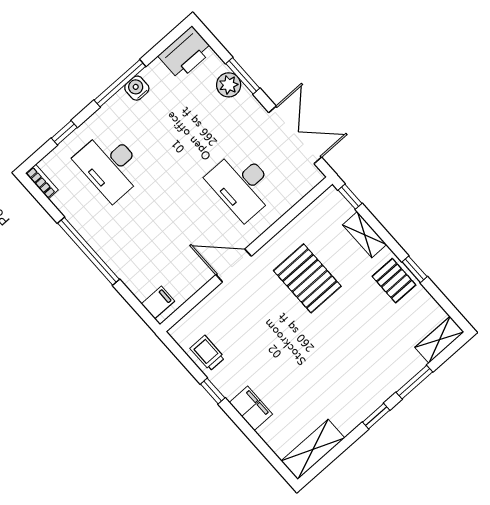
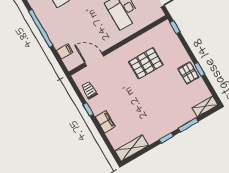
shelving: (365, 235) -> (178, 47), removed
door: (234, 265) -> (94, 59), moved
pallet: (307, 278) -> (146, 63), turned 90
filing cabinet: (158, 302) -> (65, 51), moved

